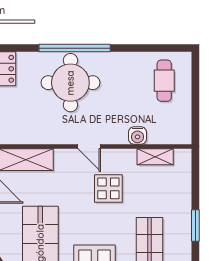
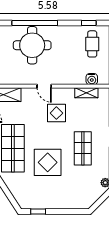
window: (159, 48) -> (89, 23), added
water cooler: (138, 135) -> (92, 79), moved

